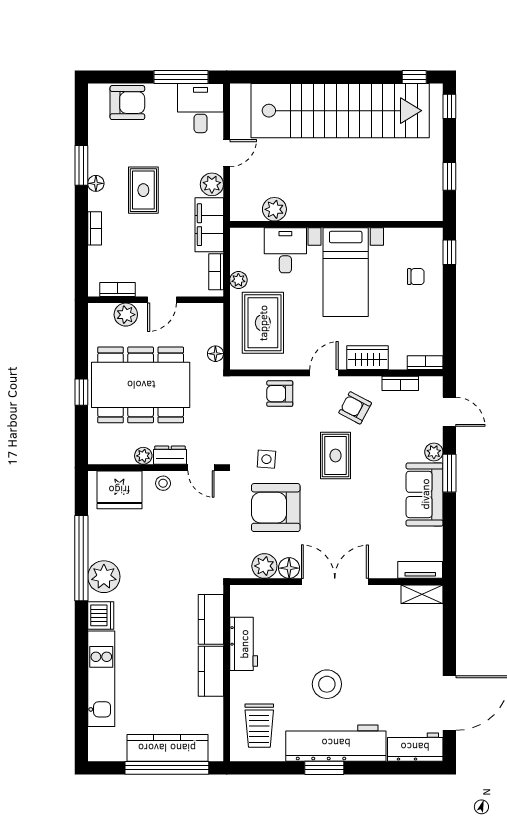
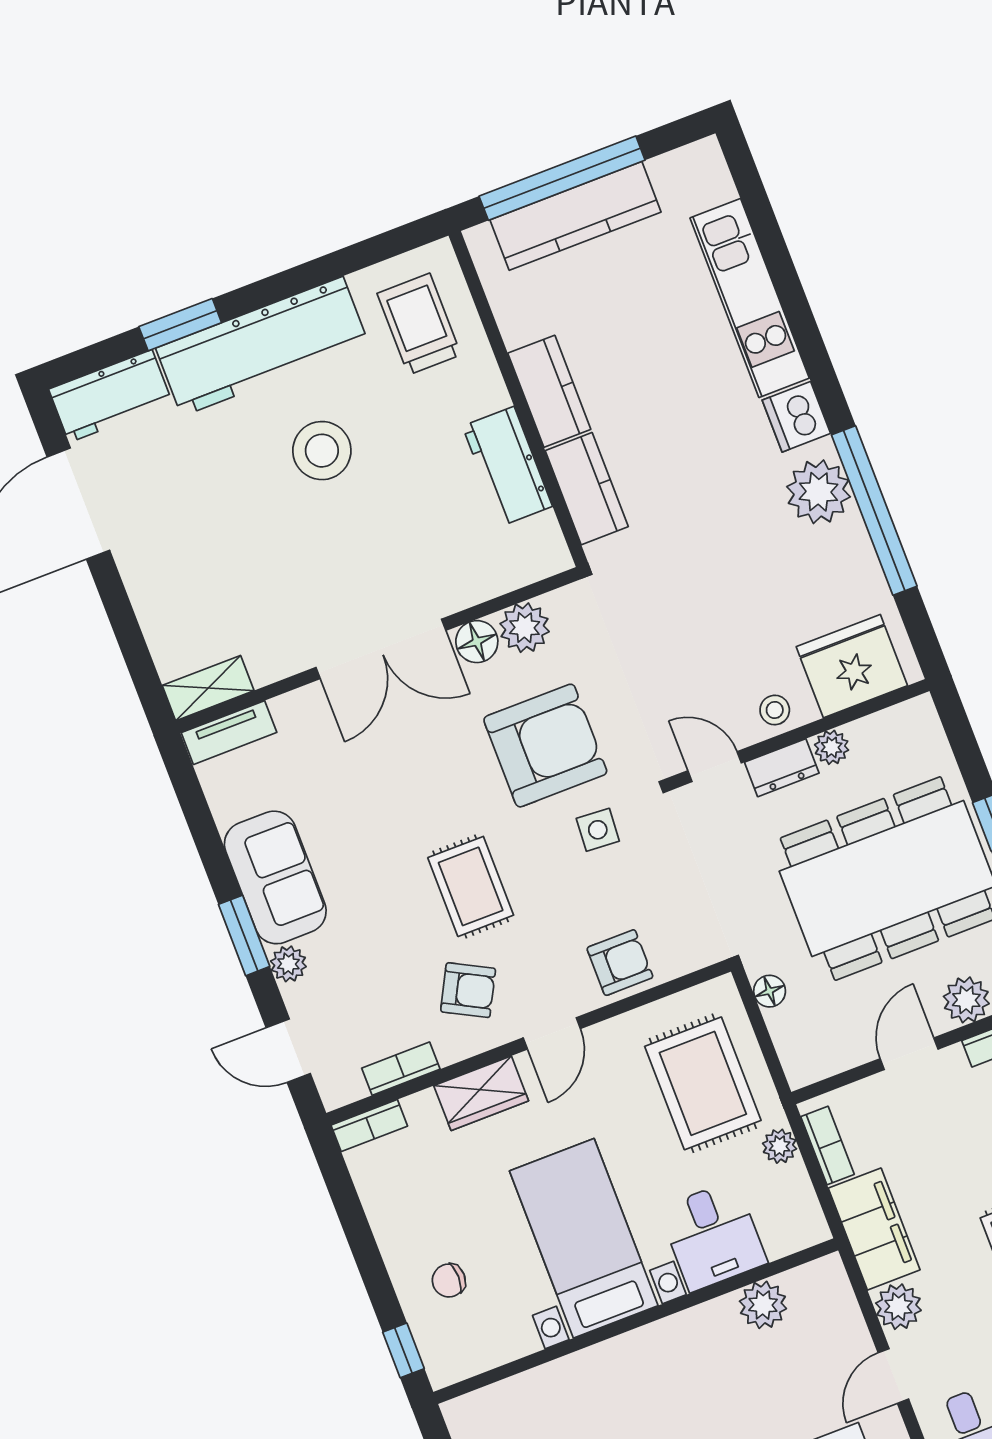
window: (324, 768) -> (180, 325), moved

